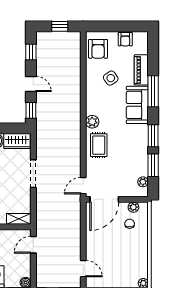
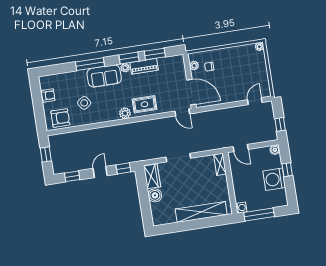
piano: (141, 70) -> (144, 66), moved
plant: (143, 182) -> (125, 68), moved

